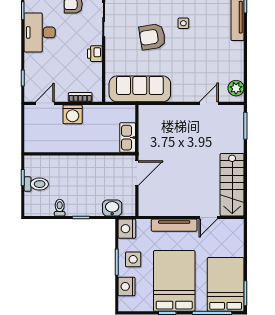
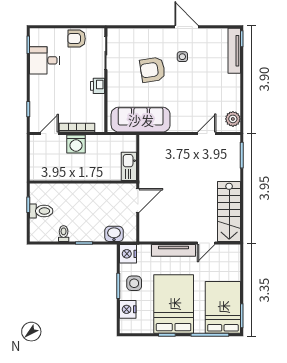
desk: (40, 32) -> (44, 60), width x0.73
bookcase: (80, 97) -> (77, 128), width x1.56

